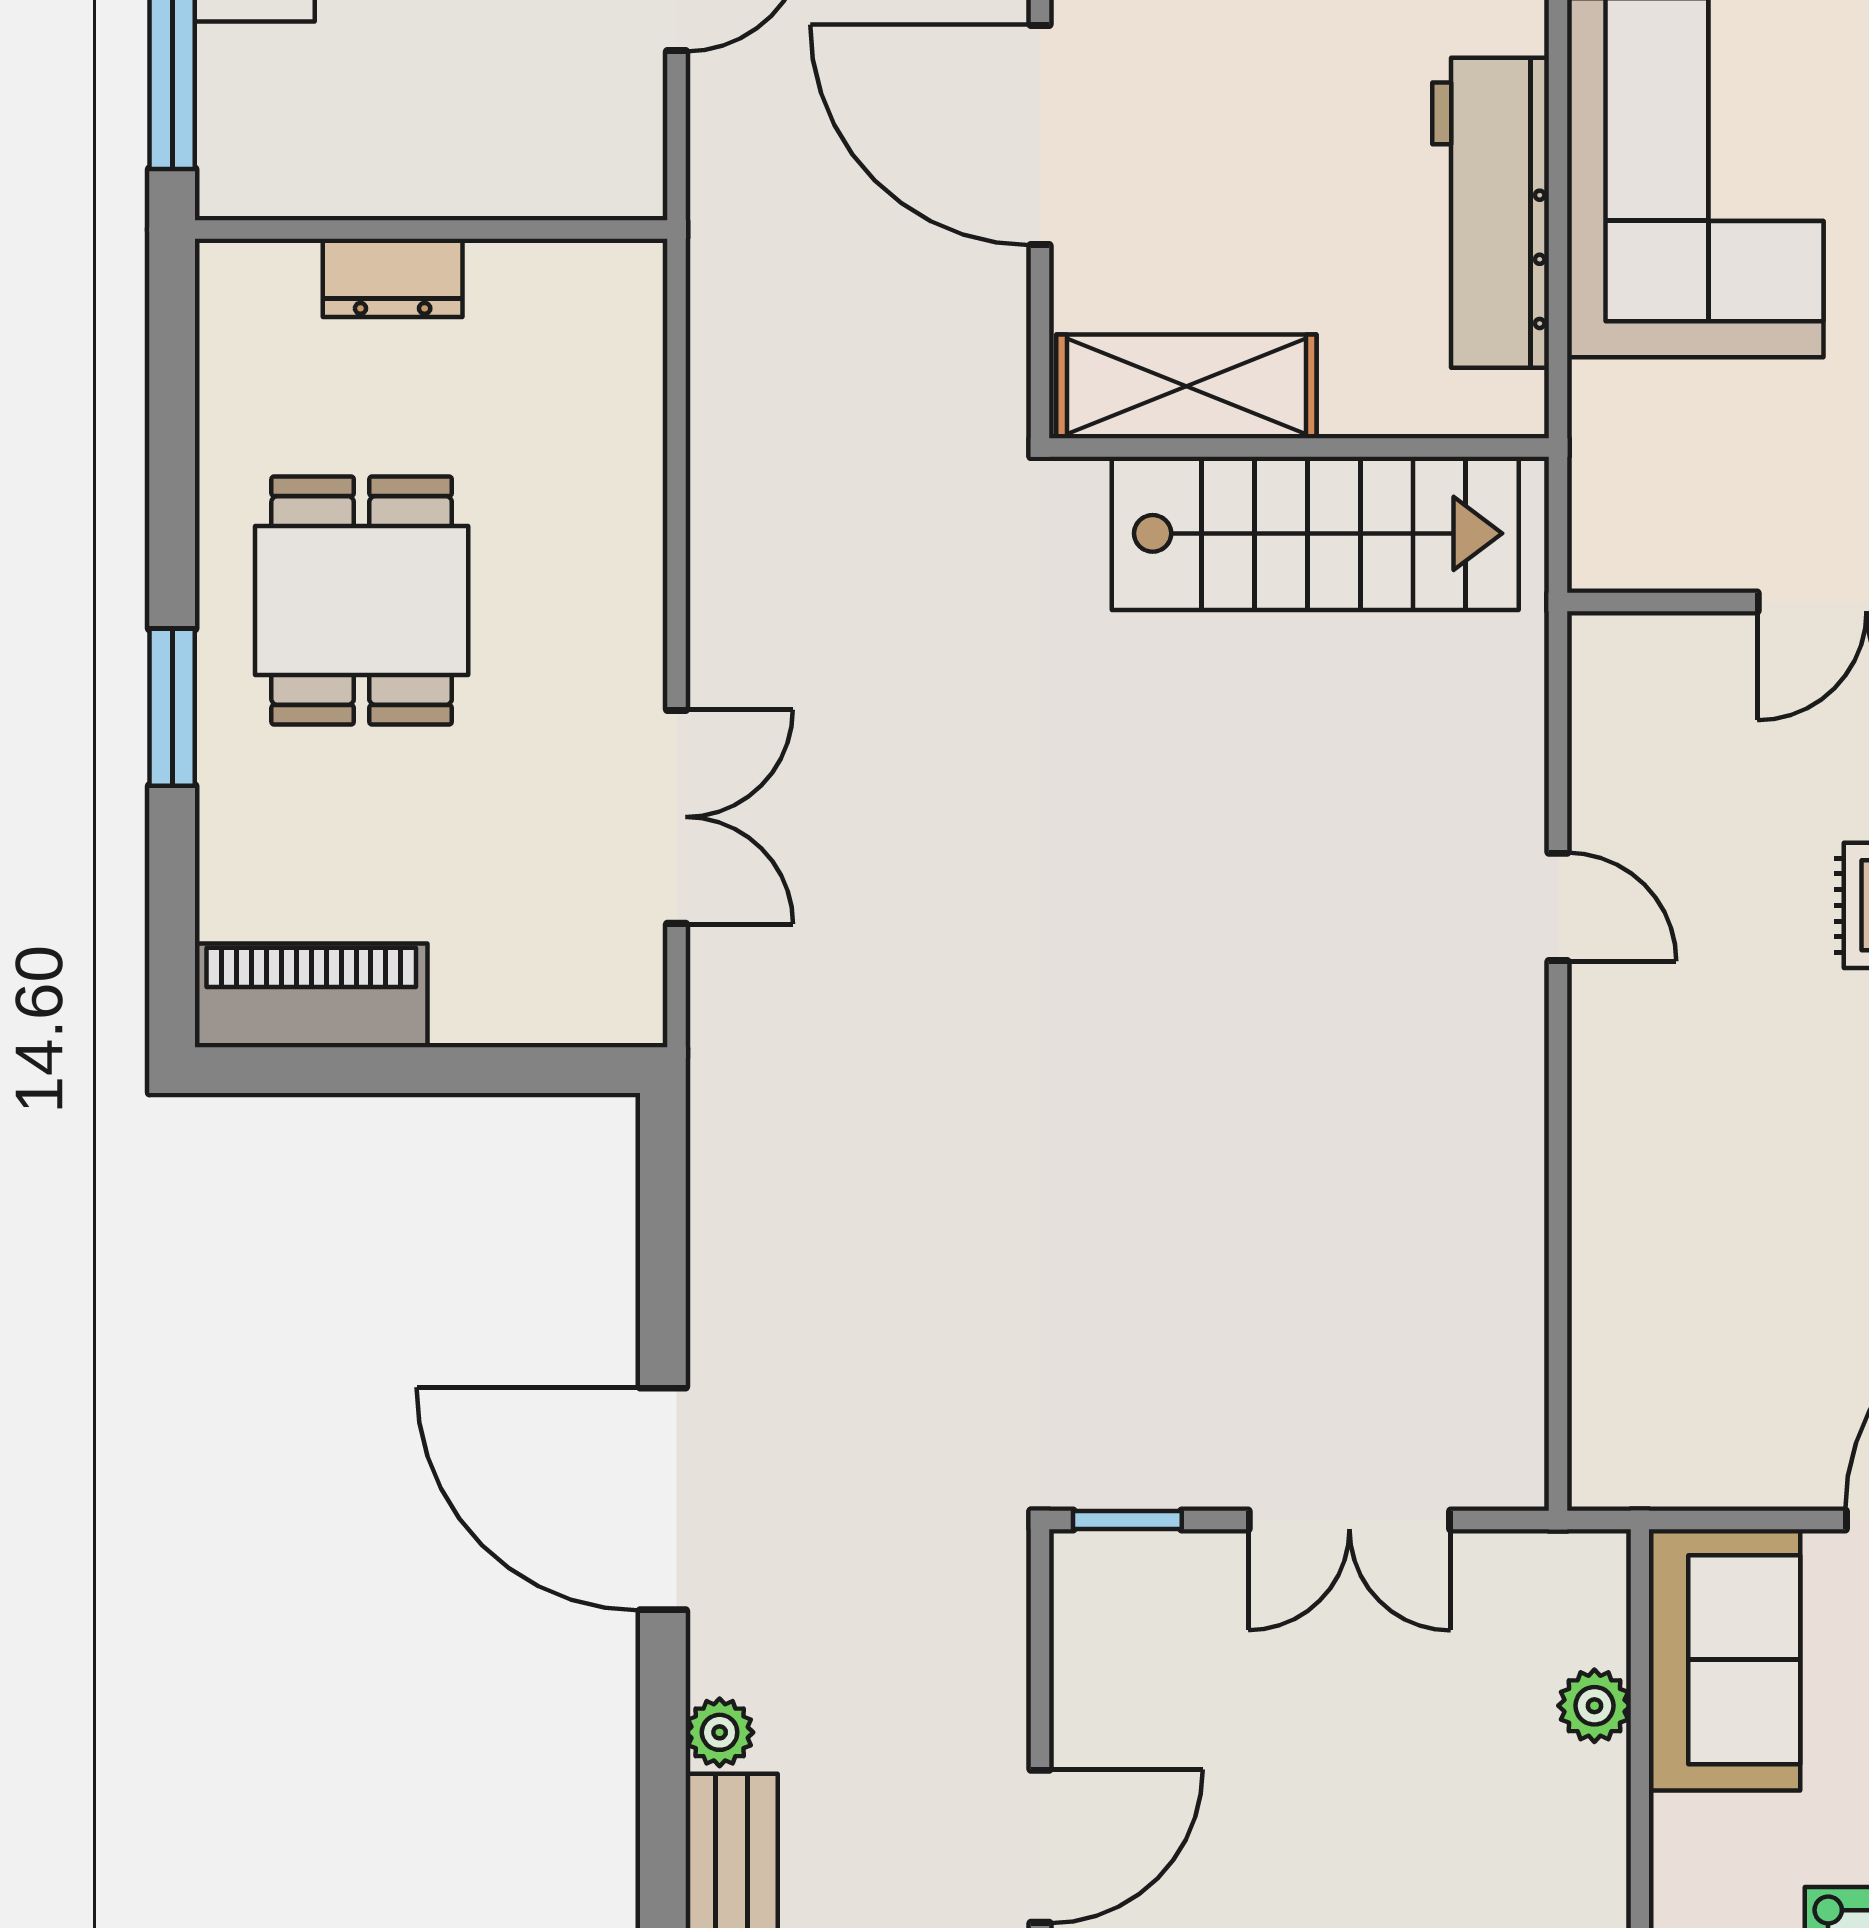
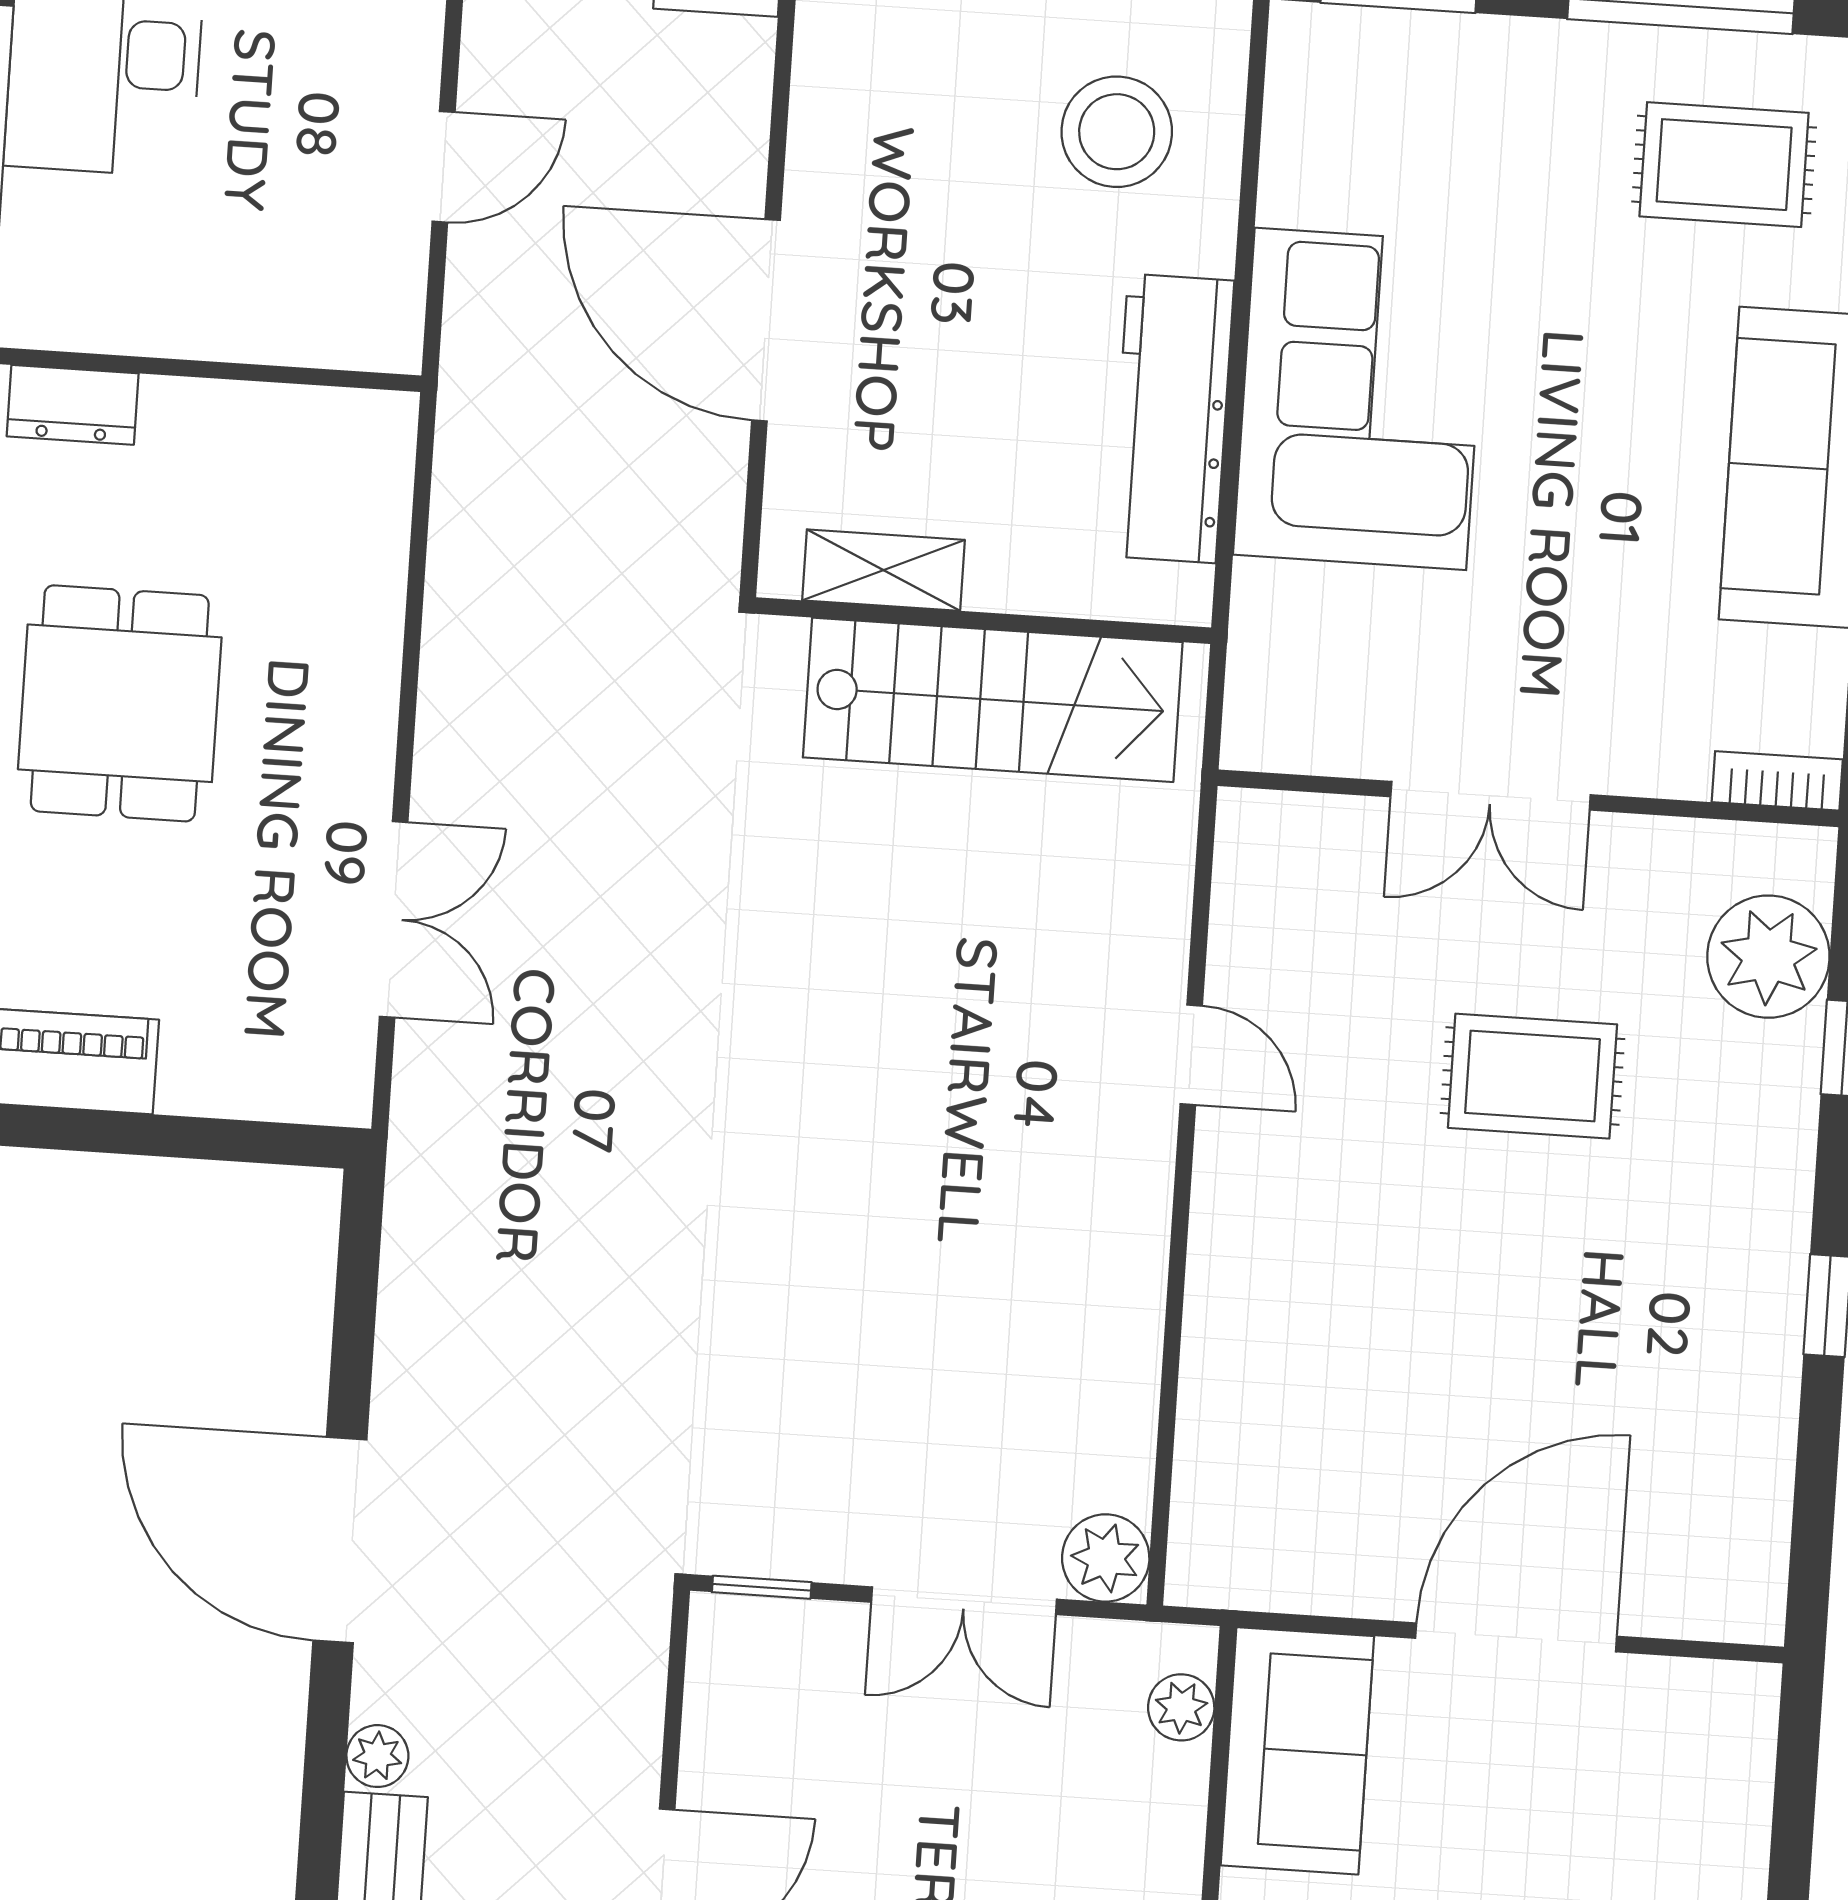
dresser: (393, 278) -> (73, 405), moved
shelving: (1186, 386) -> (883, 570), width x0.67, depth x0.75
plant: (1501, 1463) -> (1106, 1558), added
plant: (1594, 1706) -> (1181, 1707), moved

